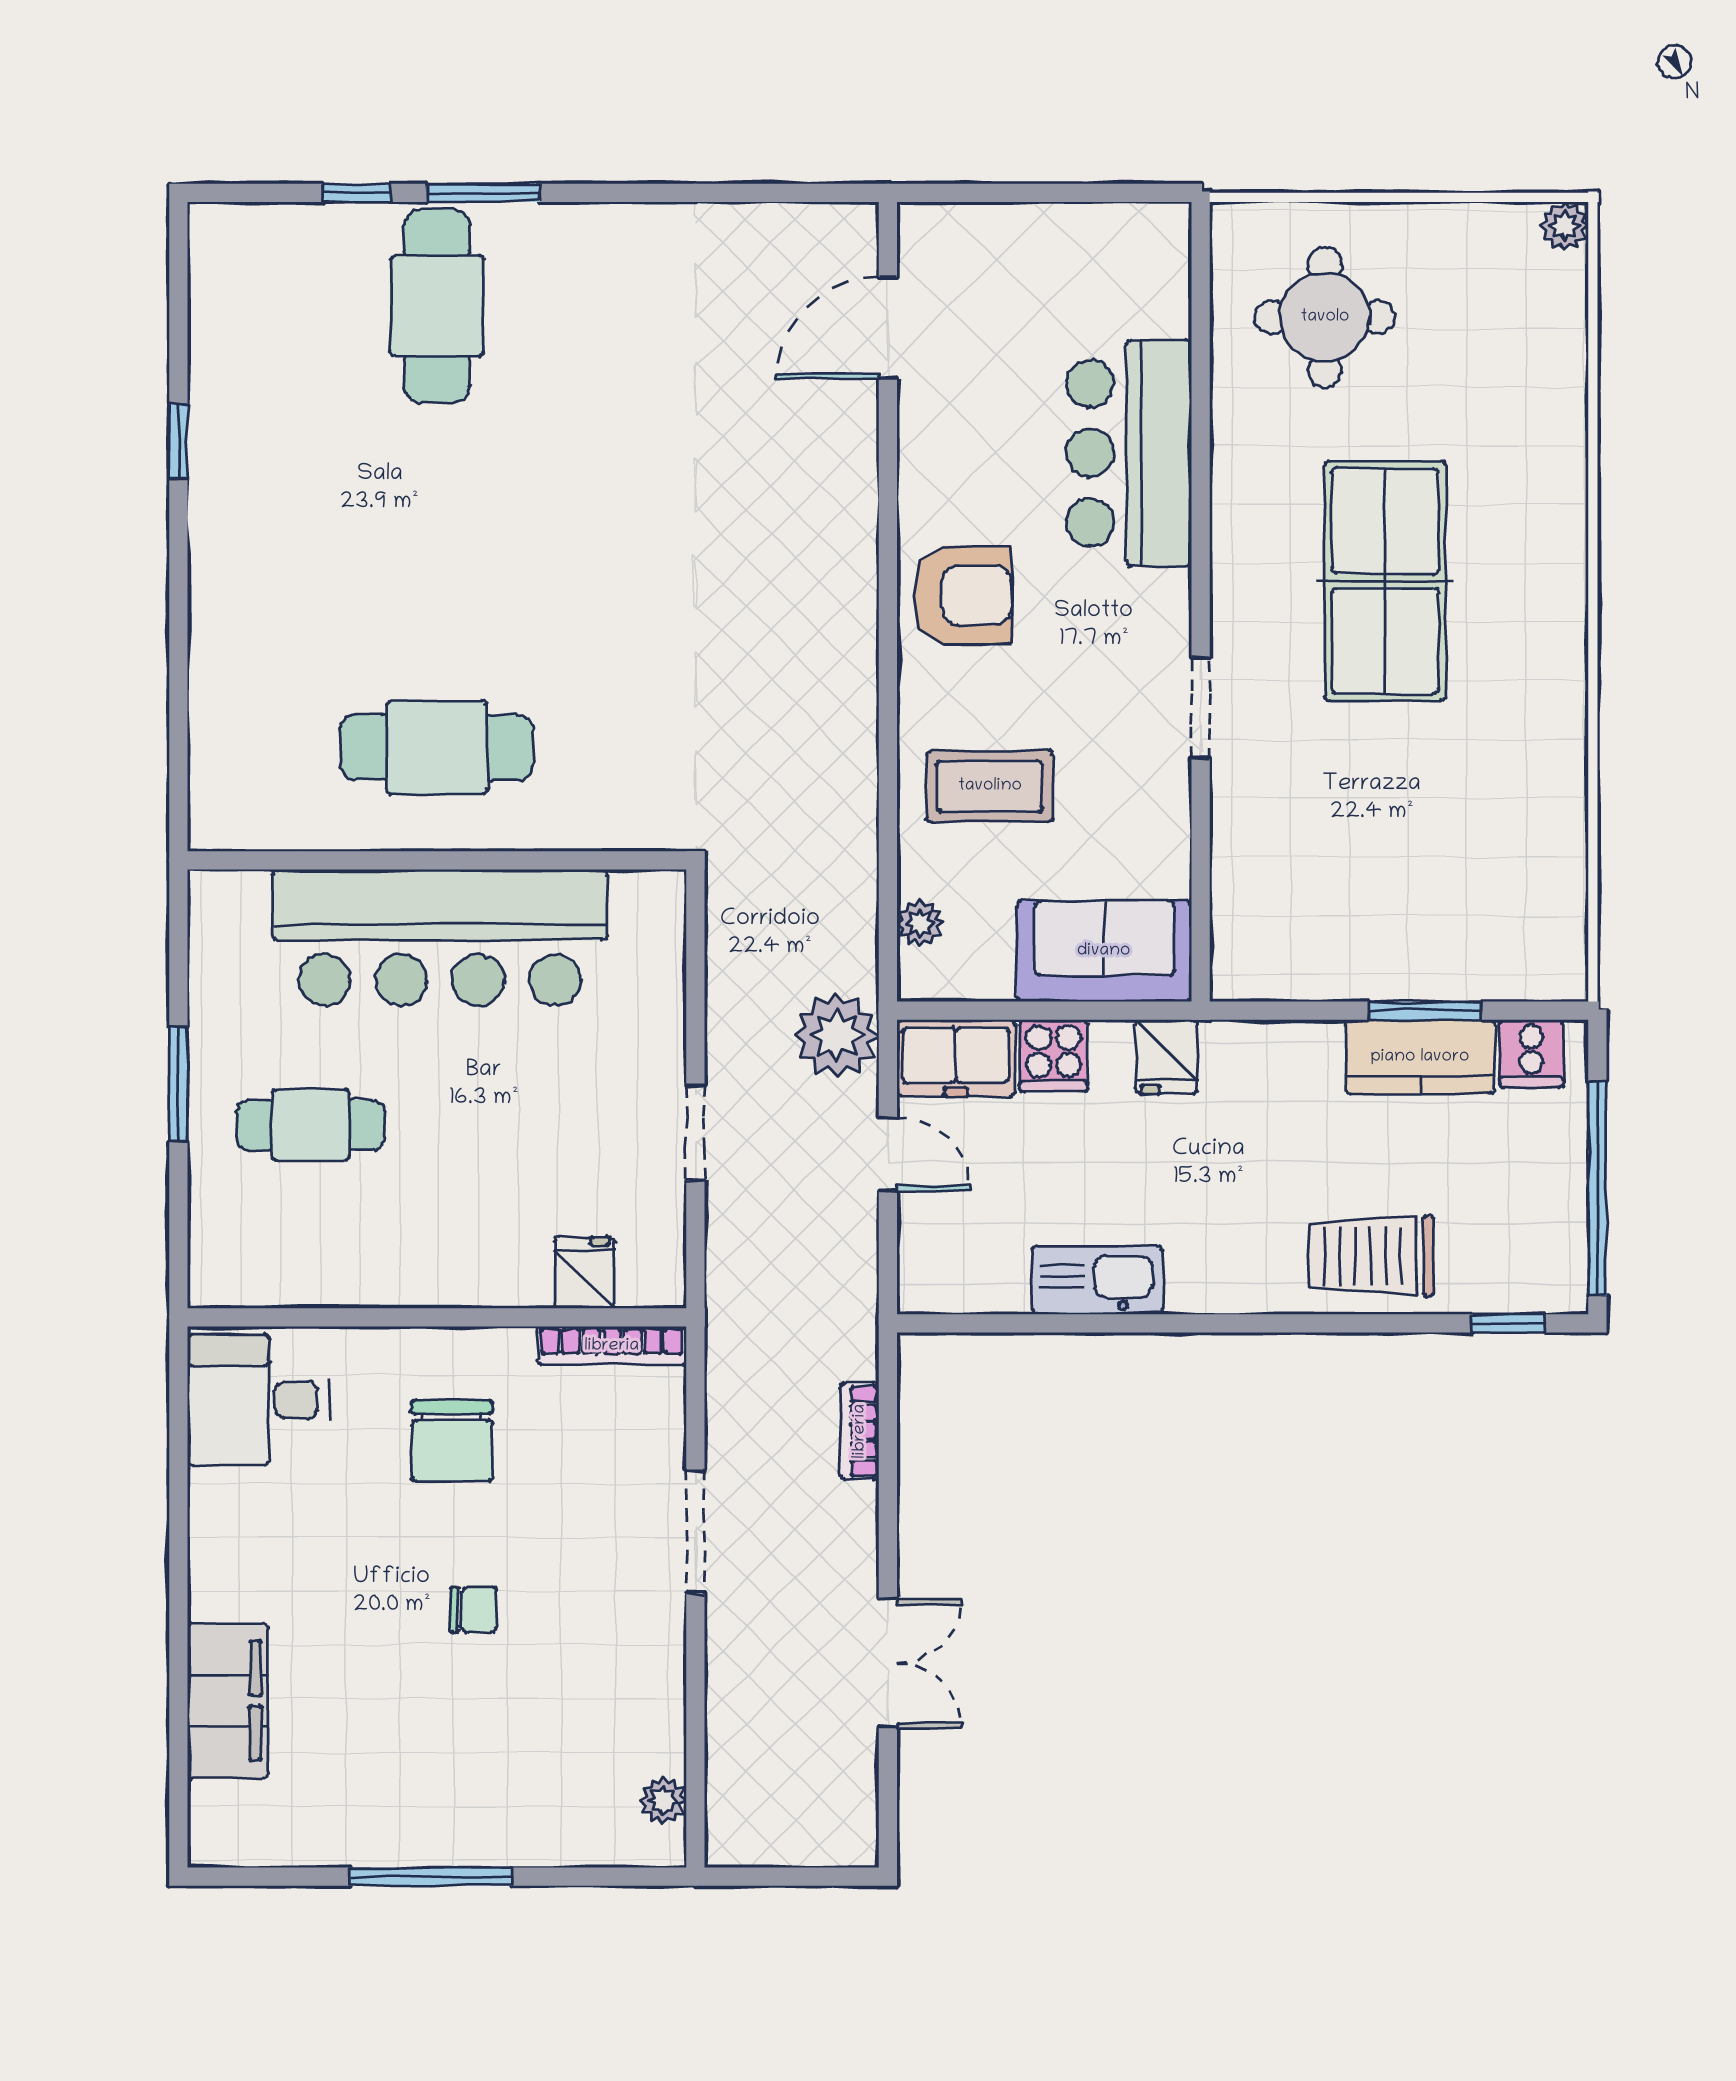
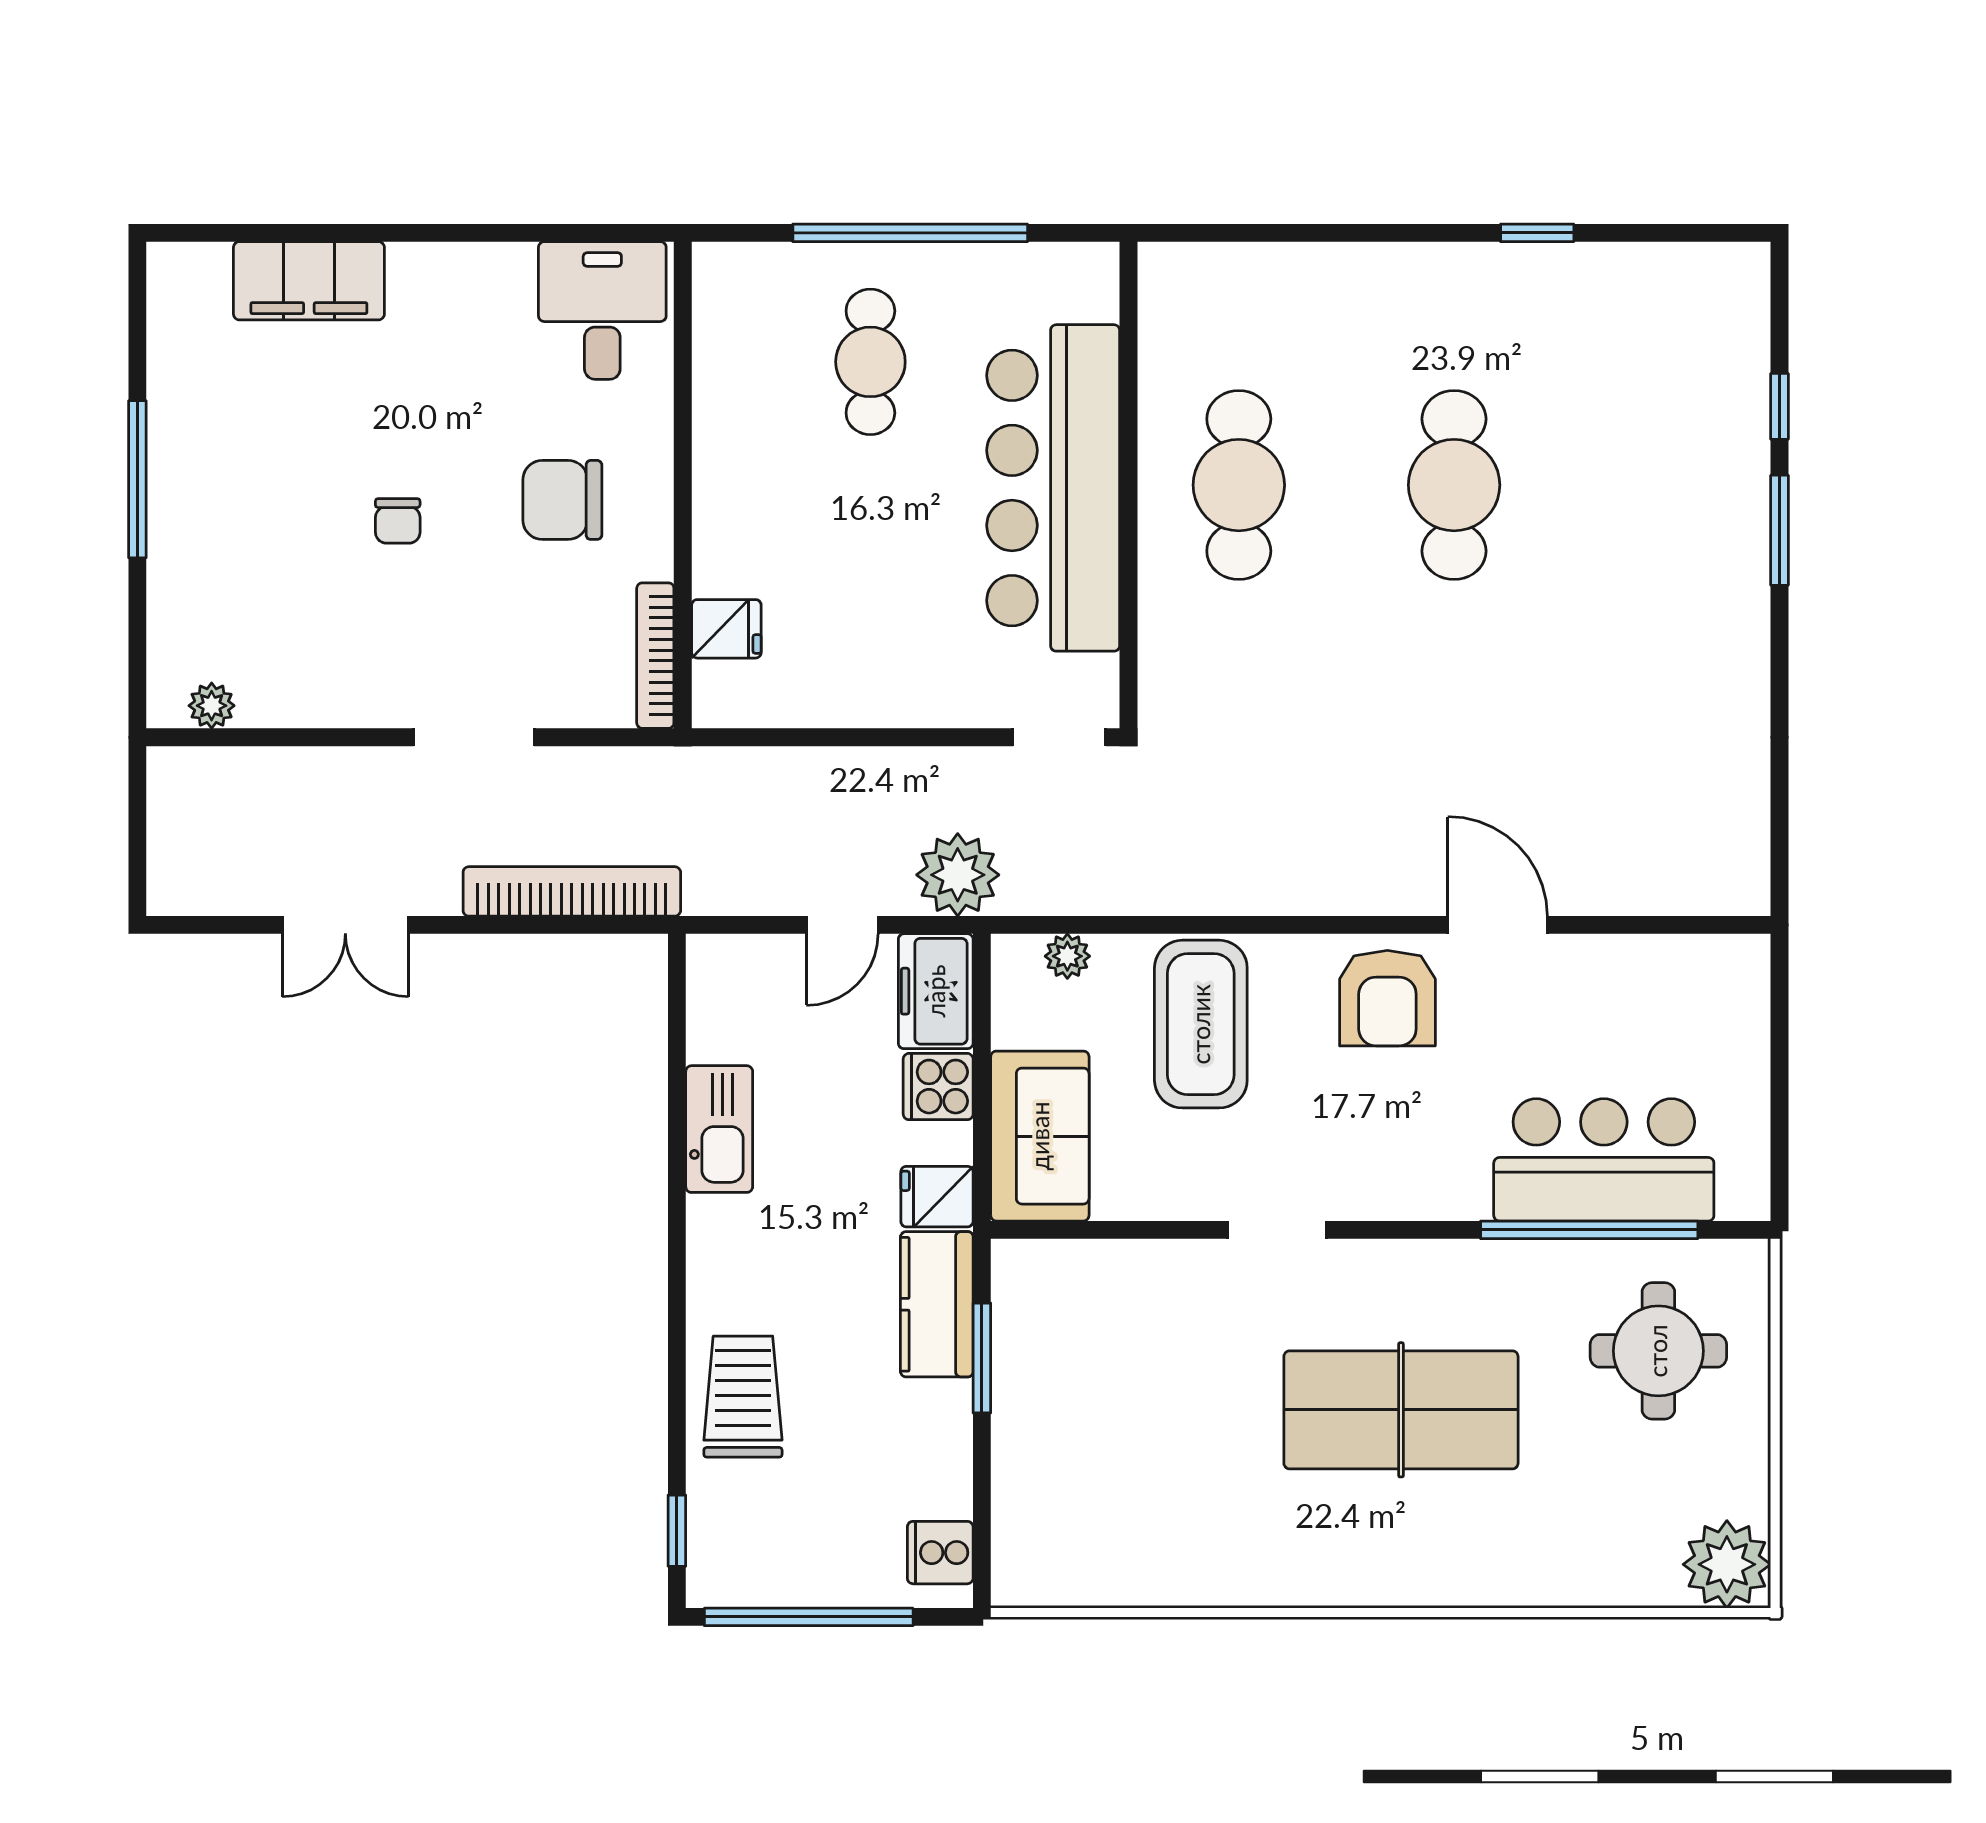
plant: (1564, 226) -> (1727, 1564), width x1.87, depth x1.87
cafe table: (437, 306) -> (1454, 485), moved, turned 90
door: (888, 328) -> (1498, 925), moved
window: (1201, 388) -> (1589, 1230), added
bar counter: (1129, 453) -> (1604, 1160), moved
coffee table: (990, 786) -> (1201, 1024), width x1.36, depth x1.32
window: (1425, 1011) -> (982, 1358), moved
kitchen counter: (1420, 1057) -> (937, 1304), moved
window: (178, 1084) -> (910, 233), width x2.11
doorway: (695, 1132) -> (1059, 737), moved
bookcase: (860, 1431) -> (572, 891), width x2.31, depth x1.31

